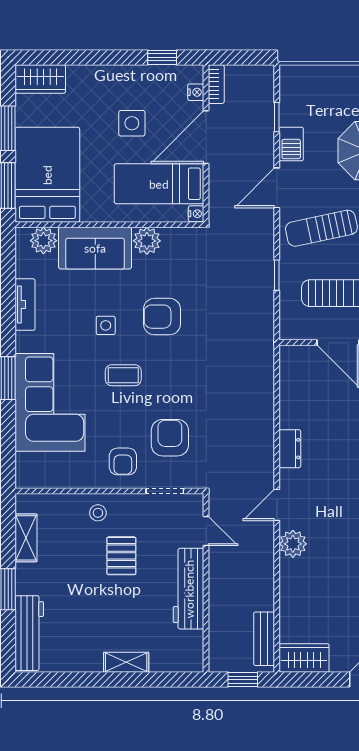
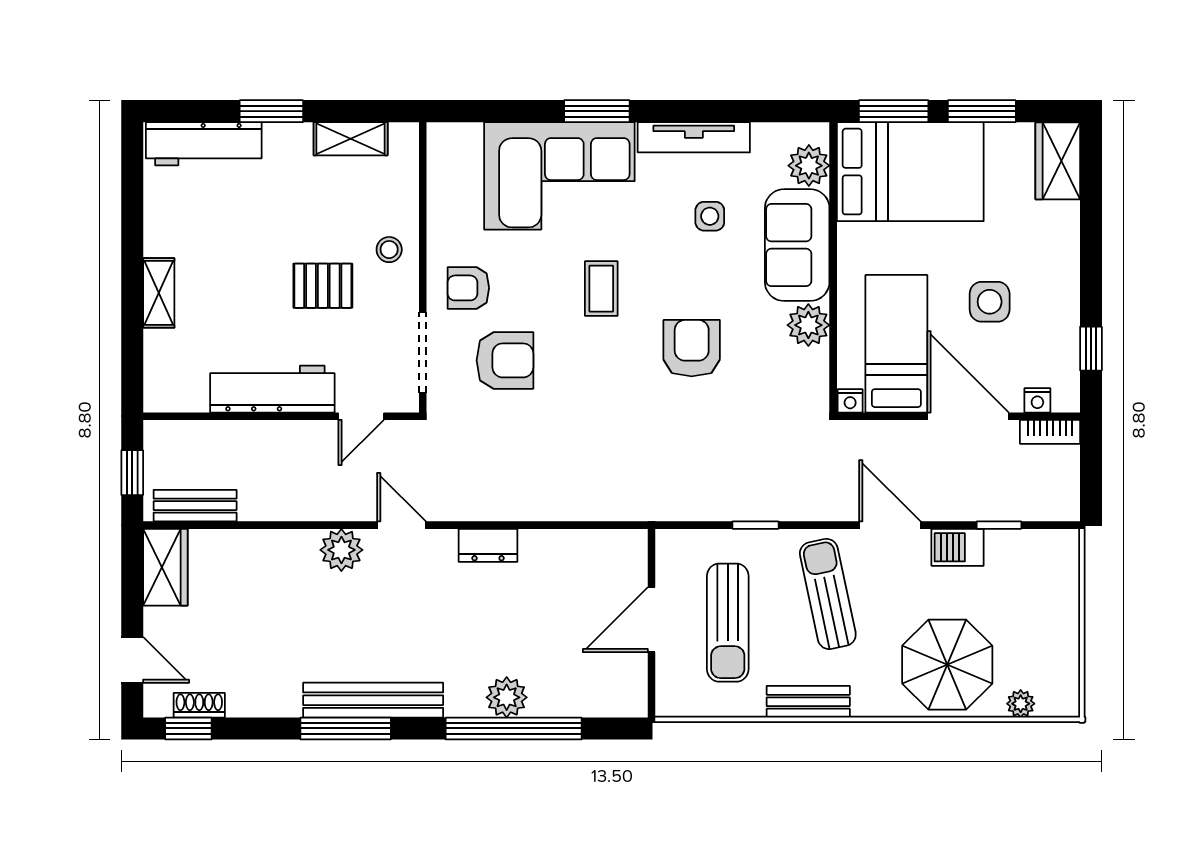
tv unit: (25, 305) -> (694, 137), width x1.41
side table: (106, 325) -> (710, 216), moved
doorway: (165, 491) -> (423, 353), width x1.38

